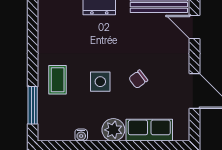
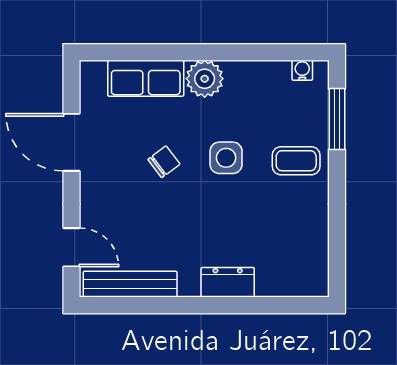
coffee table: (58, 80) -> (296, 161), turned 90
water cooler: (81, 135) -> (302, 70), moved

